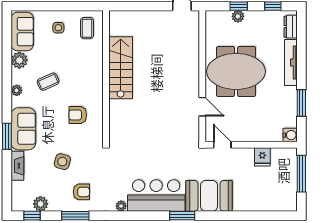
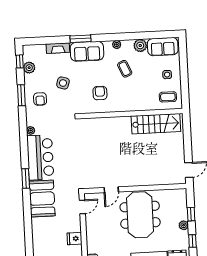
plant: (238, 16) -> (184, 225), moved
stairs: (121, 68) -> (156, 124), moved

